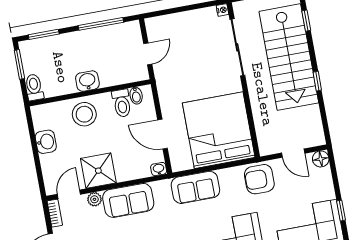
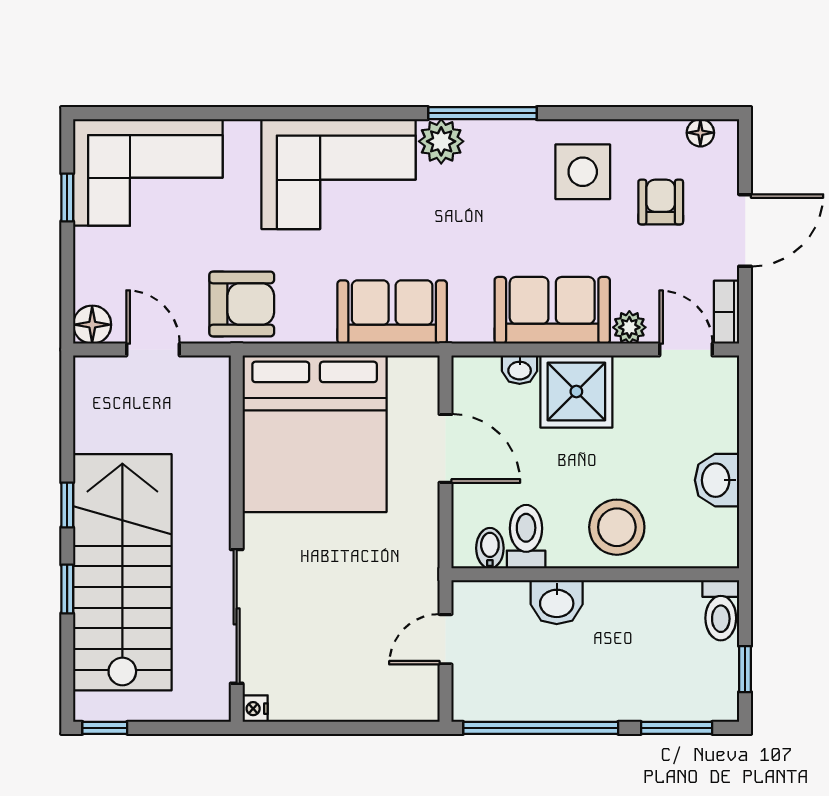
window: (306, 21) -> (67, 589), moved
window: (101, 24) -> (541, 728), width x1.46
window: (19, 64) -> (745, 669), width x0.67
washbasin: (87, 81) -> (557, 602), moved
washbasin: (159, 169) -> (520, 370), moved
shower: (98, 171) -> (576, 392), moved
door: (69, 194) -> (686, 350), swing flipped

